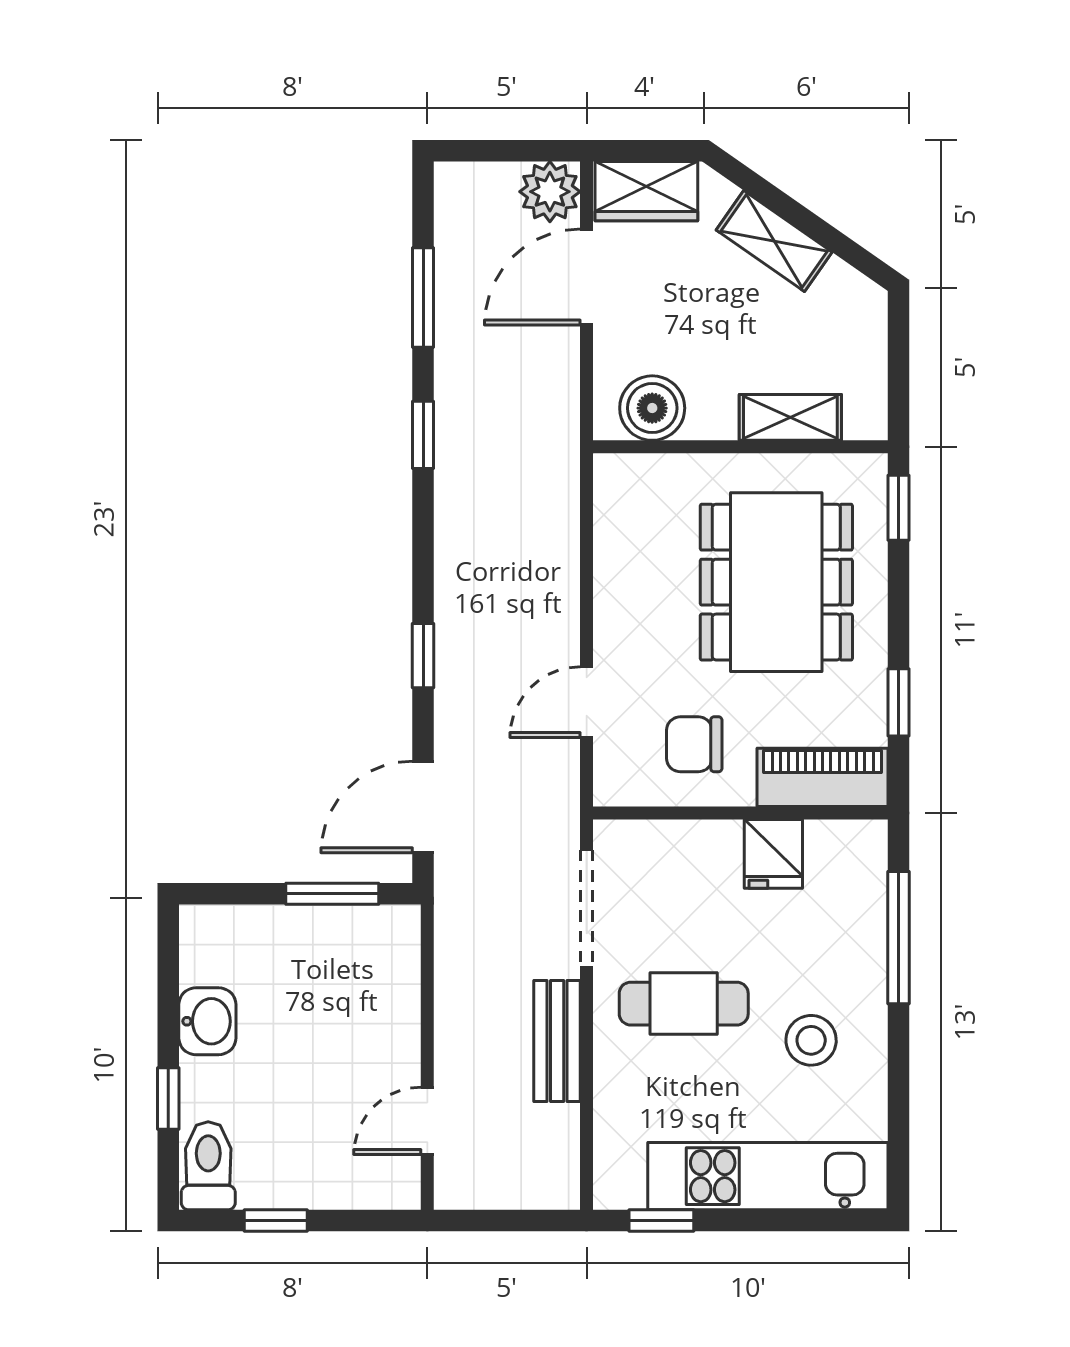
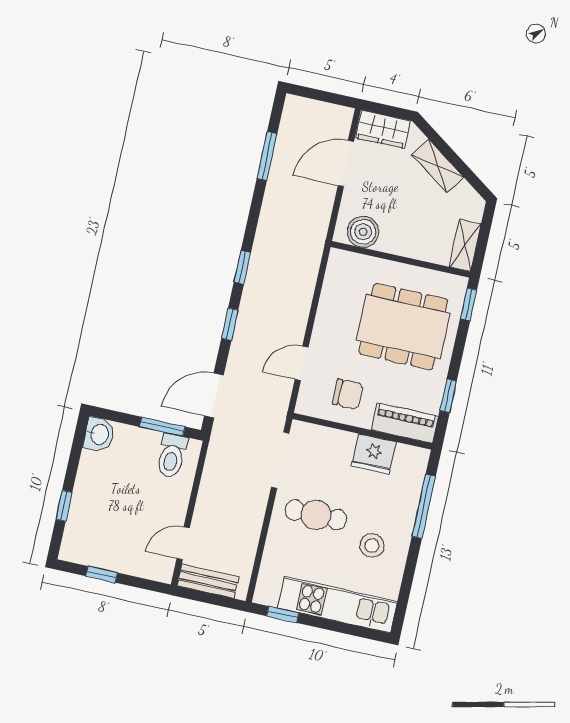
plant: (550, 192) -> (338, 119), removed
shelving: (790, 417) -> (465, 245), moved, turned 90
window: (423, 435) -> (242, 267), moved
dining table: (776, 582) -> (403, 327), turned 90
chair: (694, 744) -> (348, 394), turned 180
fridge: (773, 854) -> (374, 454), width x1.38
washbasin: (207, 1021) -> (99, 434), moved
bench: (557, 1041) -> (208, 581), moved, turned 90
toilet: (208, 1166) -> (172, 456), moved, turned 180

